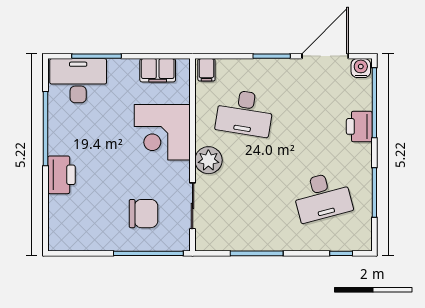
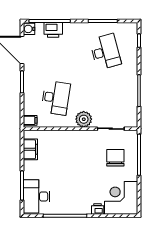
printer: (359, 126) -> (53, 30), moved
corner desk: (162, 132) -> (121, 198), moved, turned 180
printer: (61, 175) -> (98, 209), width x0.53, depth x0.68

